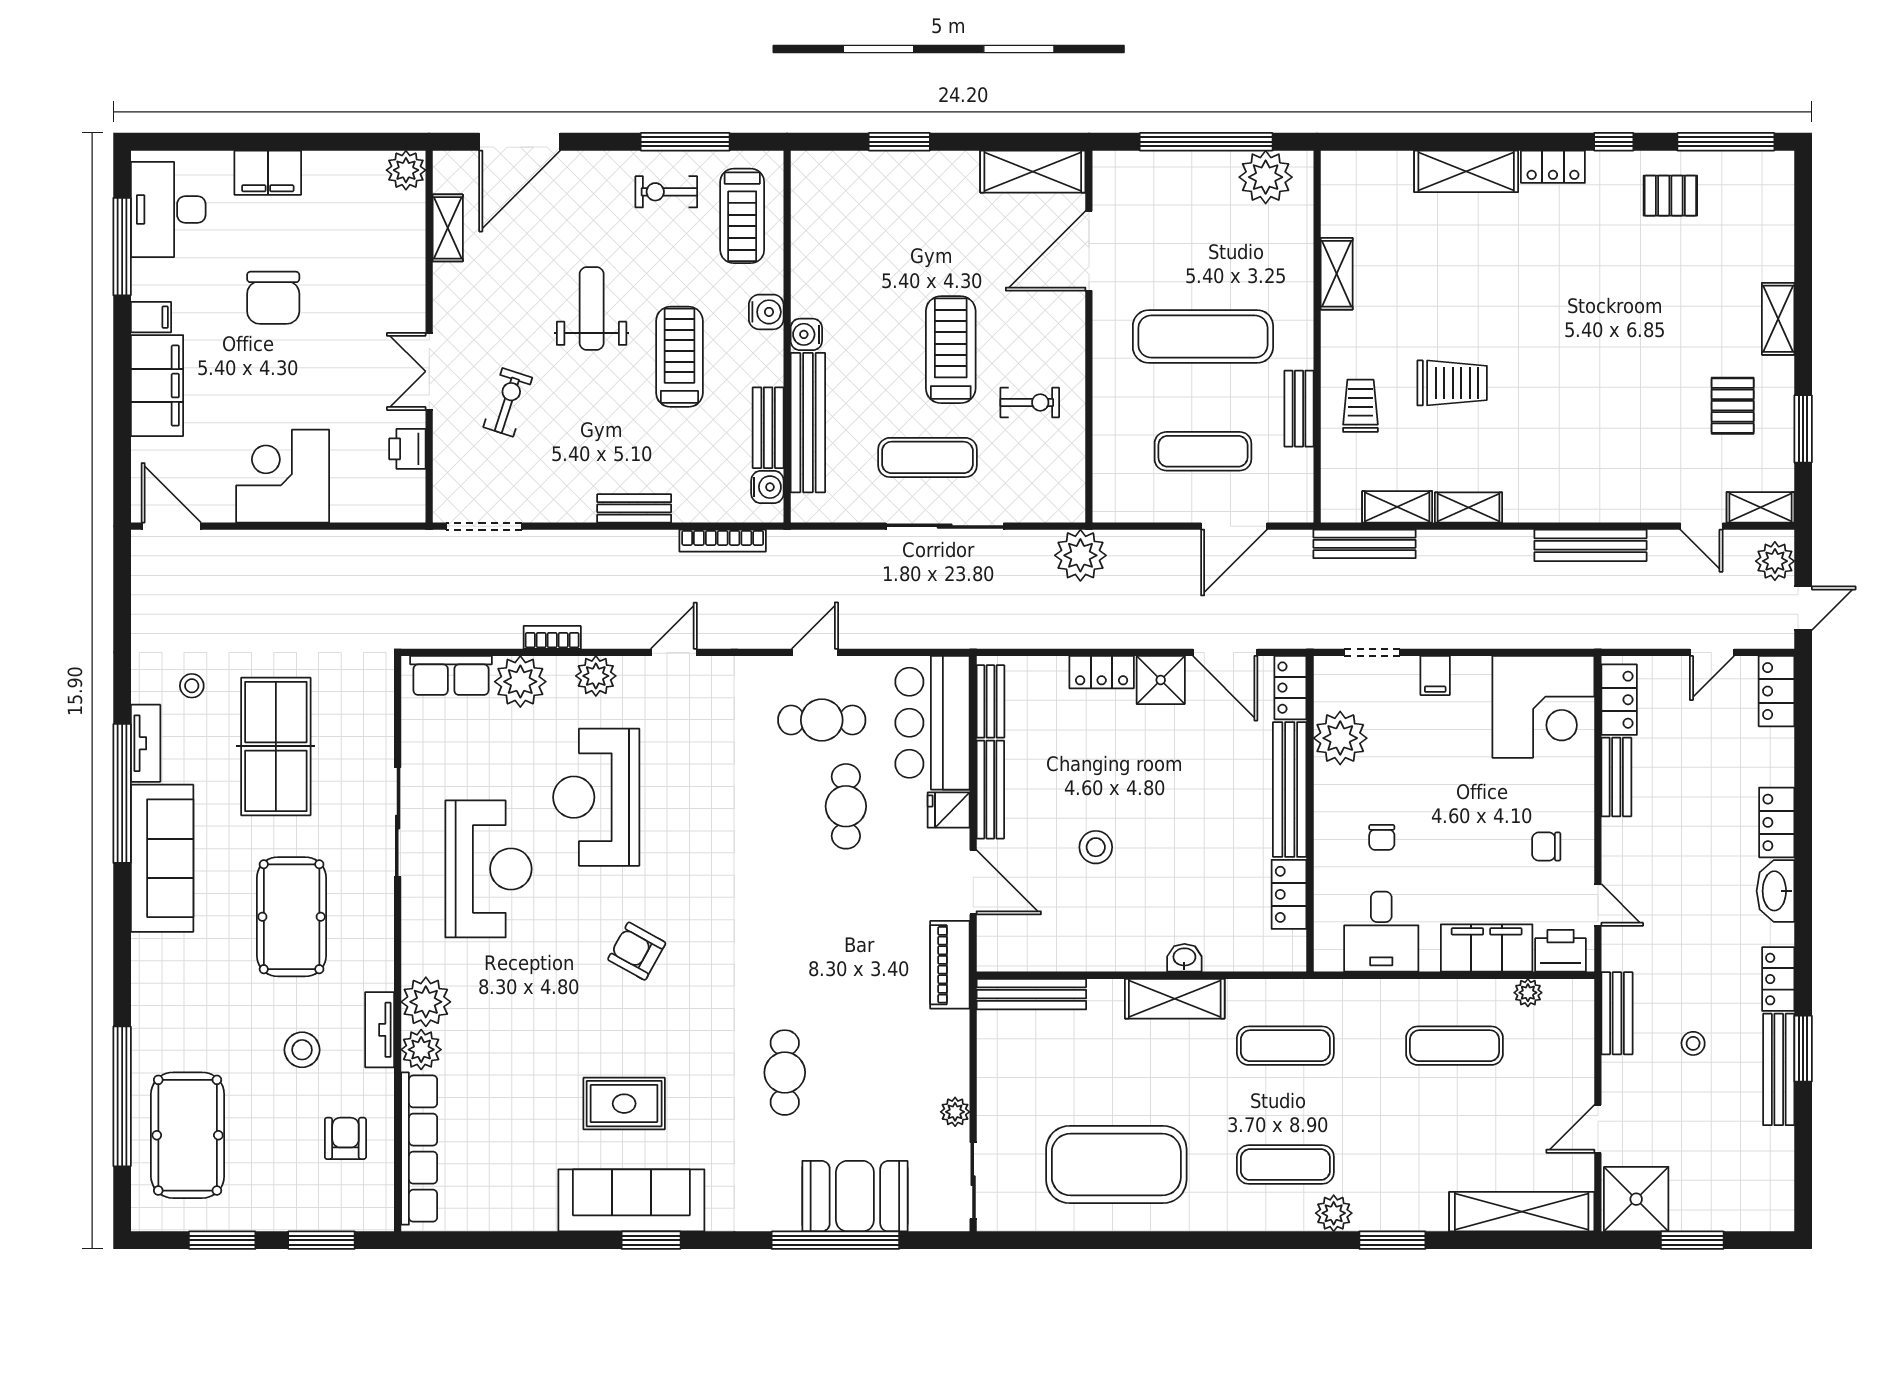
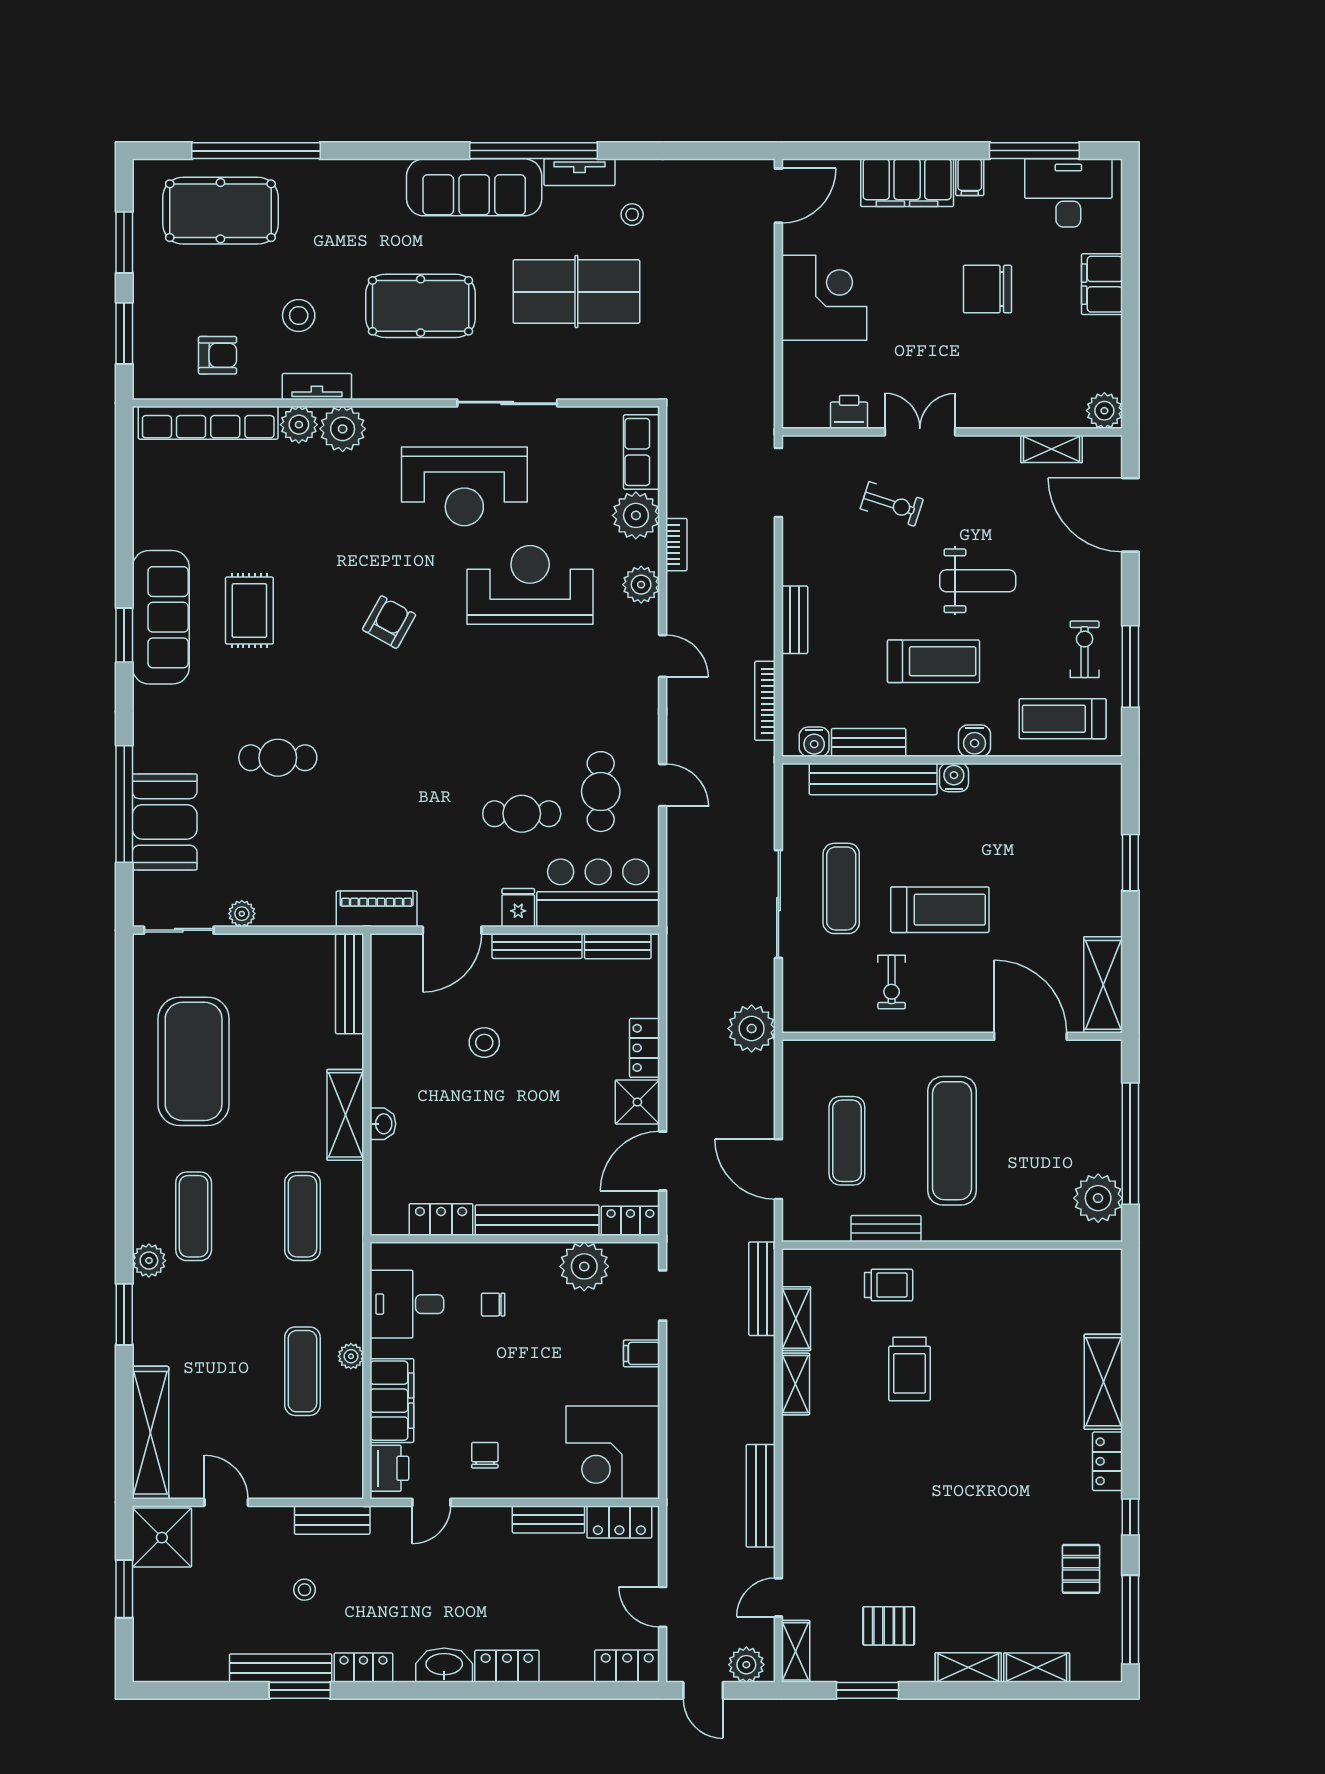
shelving: (1337, 274) -> (1037, 1668), moved
plant: (1528, 993) -> (351, 1356), moved

